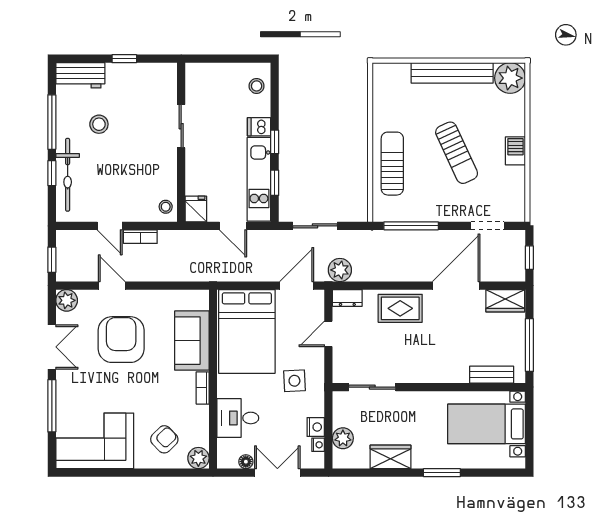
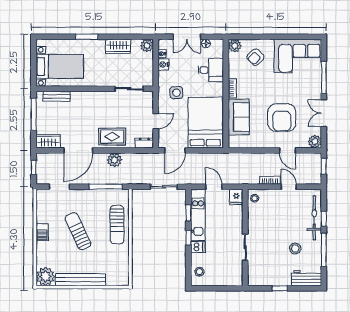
plant: (340, 270) -> (114, 160), moved
plant: (343, 438) -> (147, 46), moved

